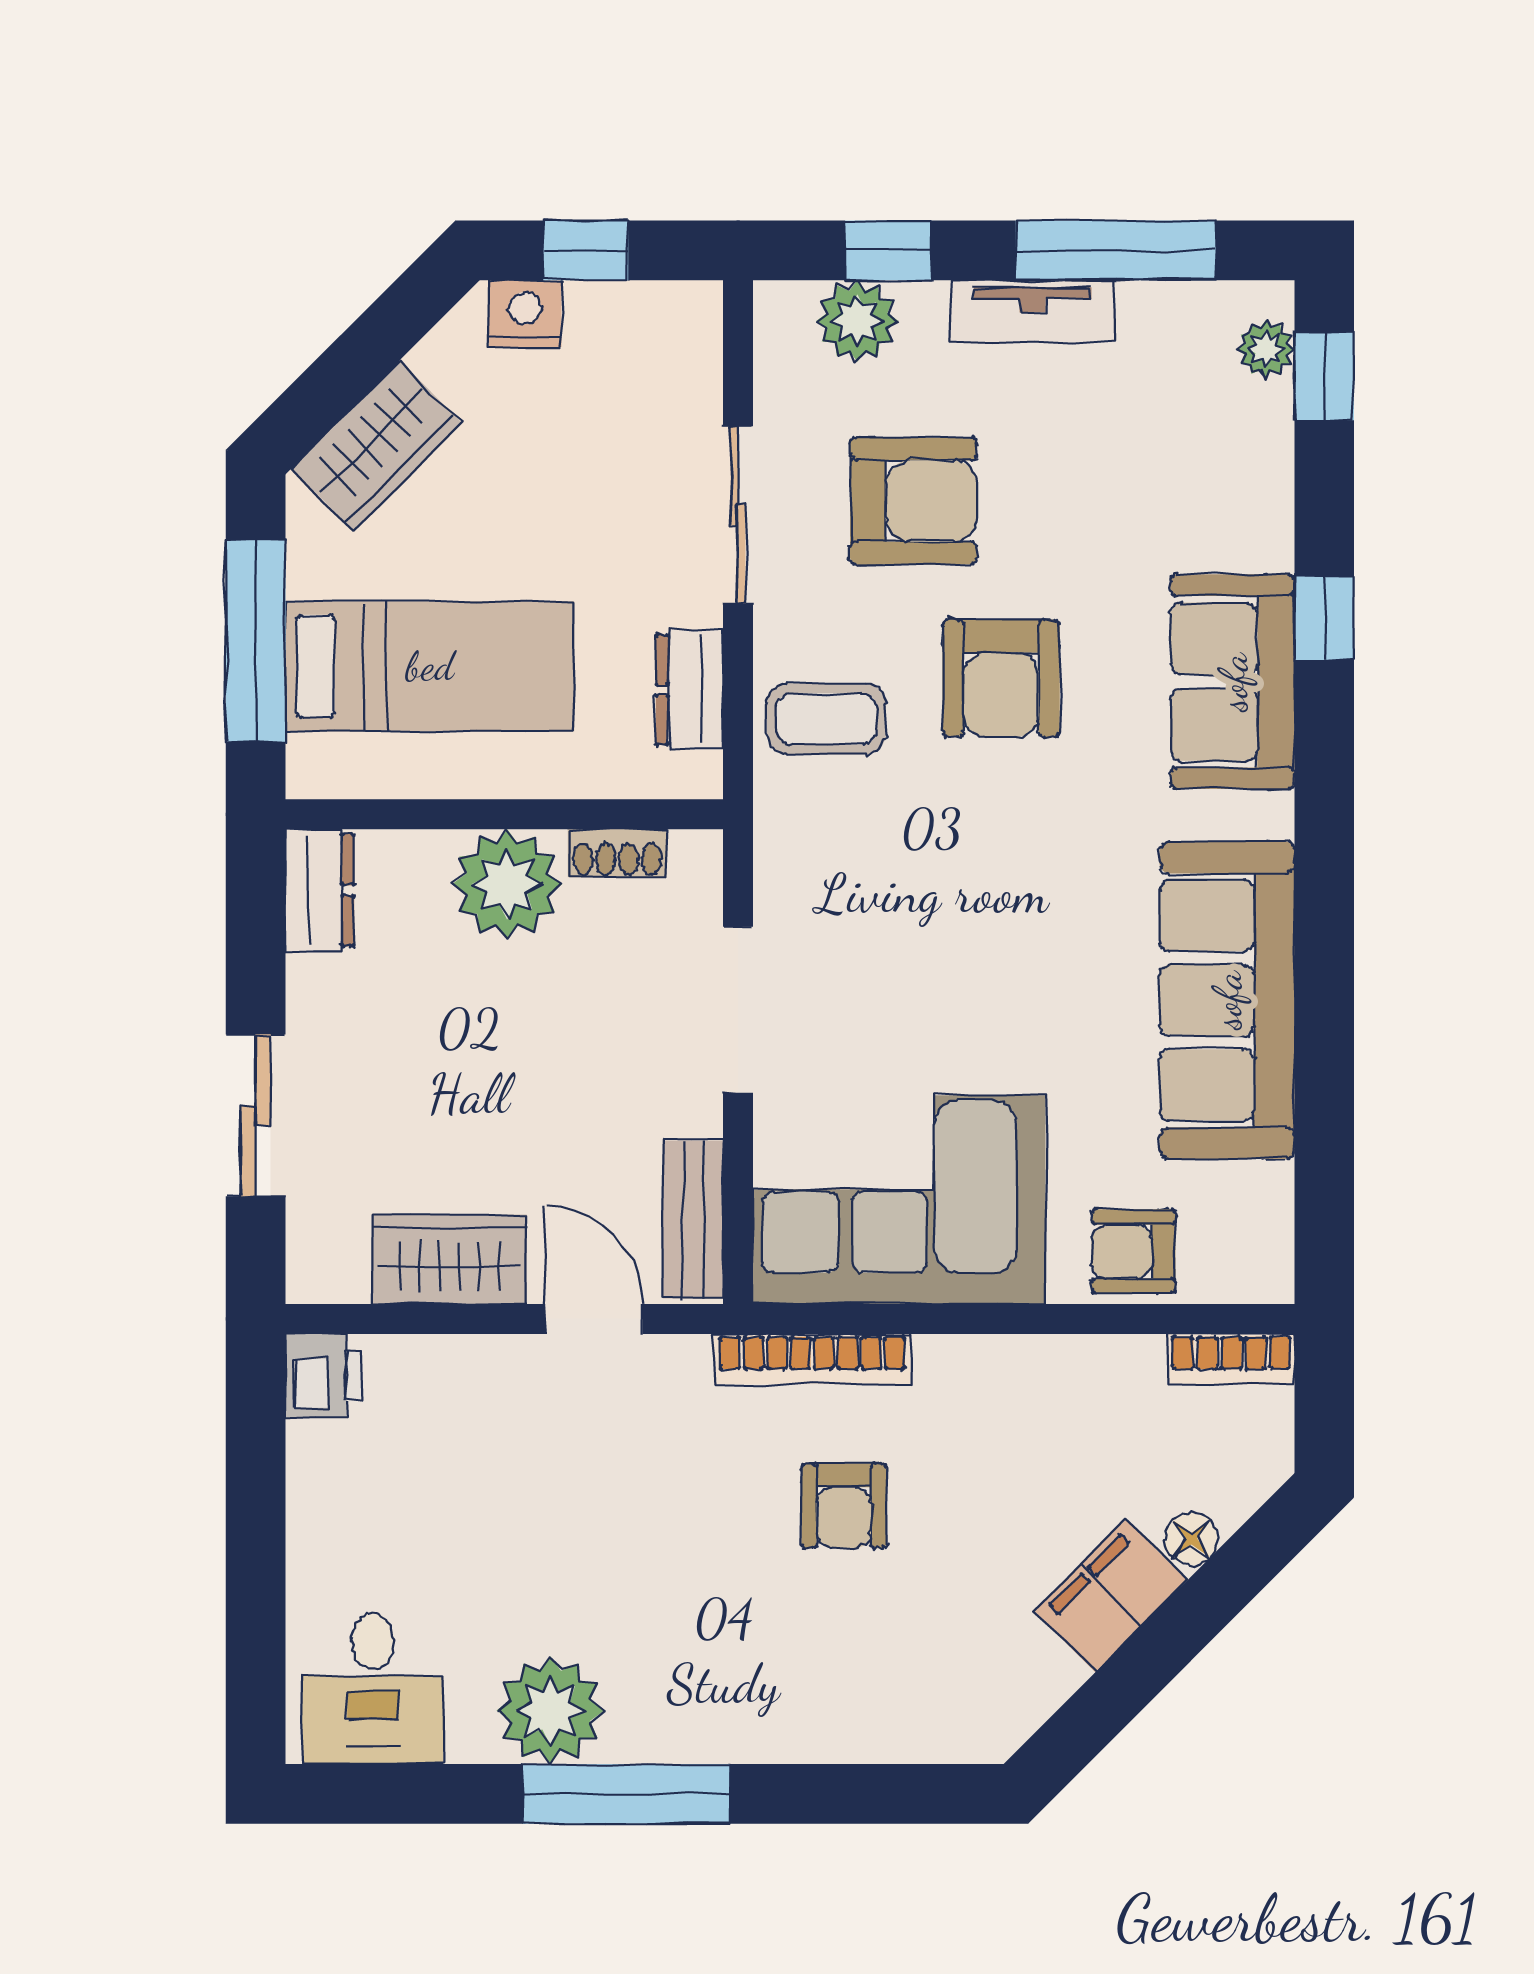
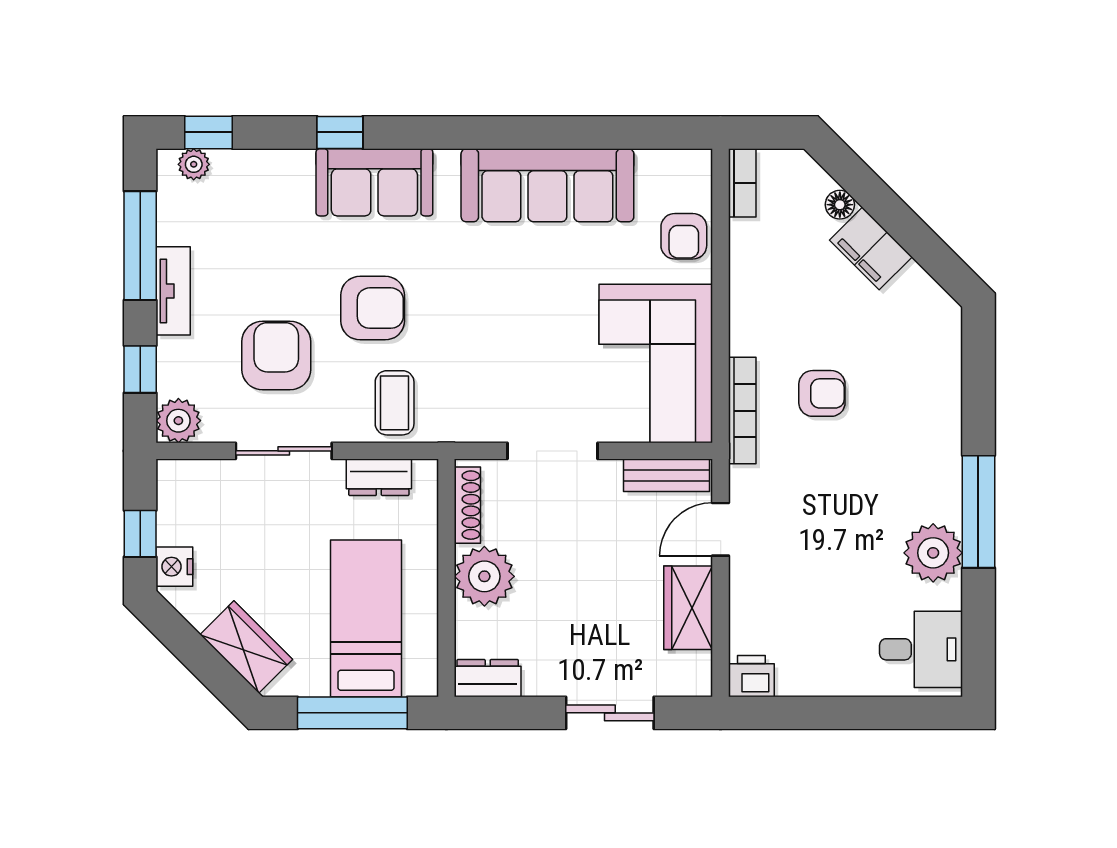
plant: (857, 321) -> (178, 421), moved
shoe rack: (617, 853) -> (467, 505), width x1.43

